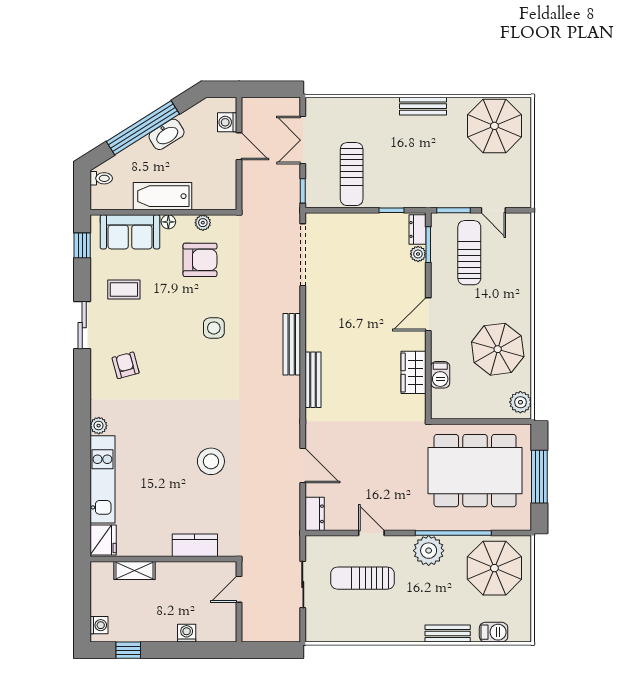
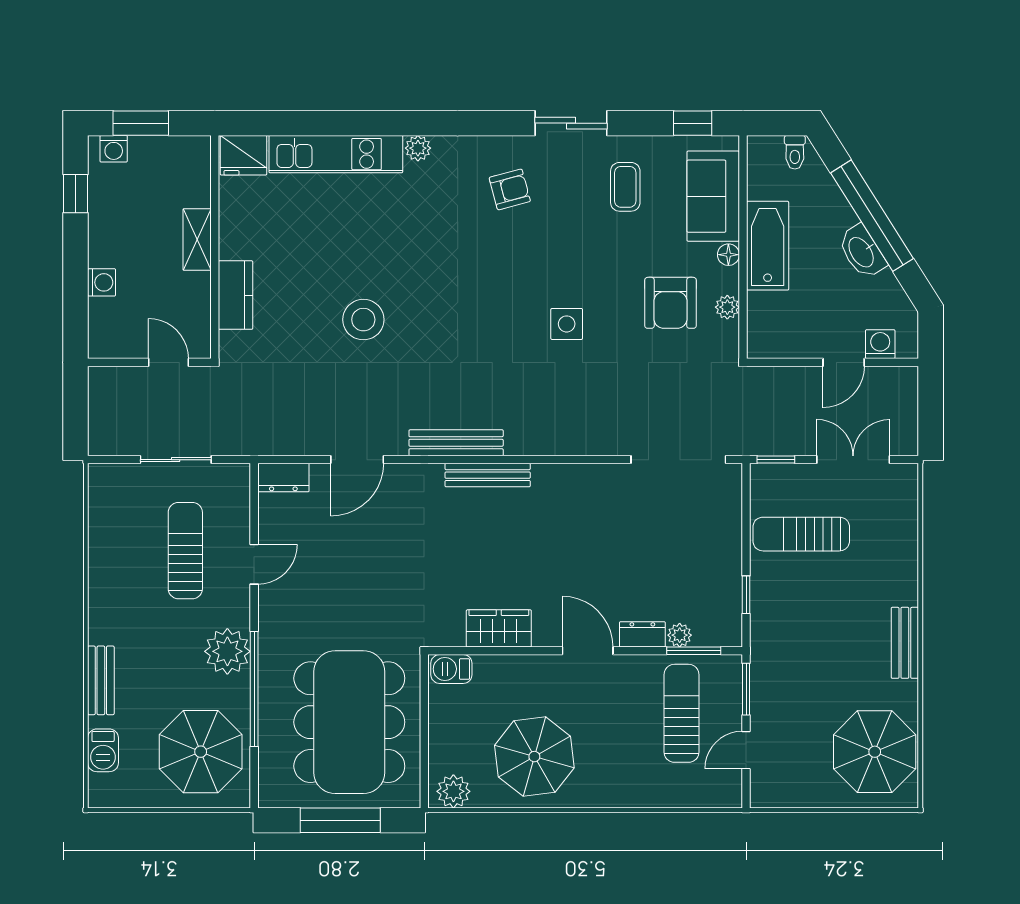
dresser: (417, 229) -> (642, 634), moved
sun lounger: (469, 253) -> (681, 713), turned -90
bench: (292, 344) -> (456, 443), moved
barbecue: (440, 375) -> (451, 669), moved
shelving: (135, 570) -> (197, 240), moved
window: (82, 607) -> (141, 123), added

